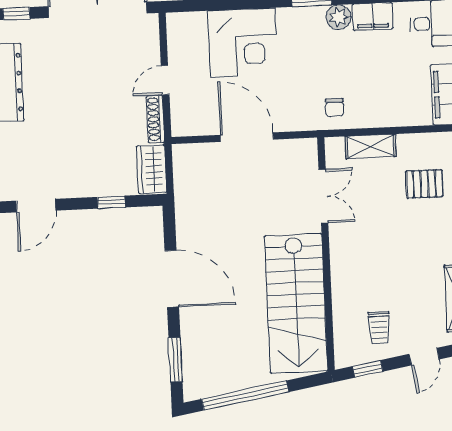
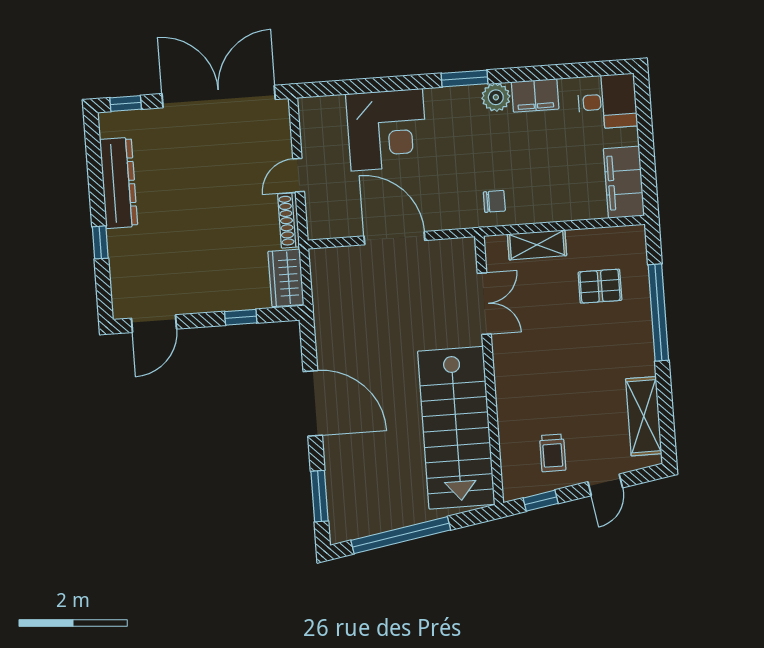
chair: (335, 108) -> (494, 201), turned -90

